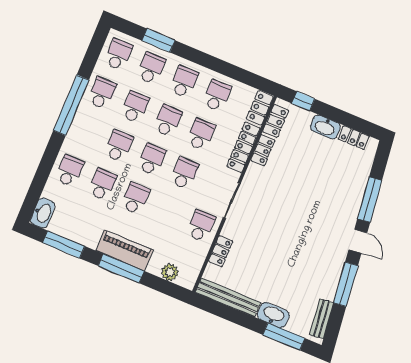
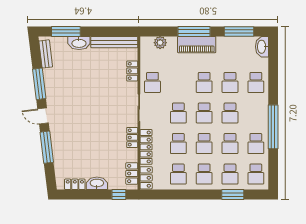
locker: (263, 150) -> (132, 137), moved

